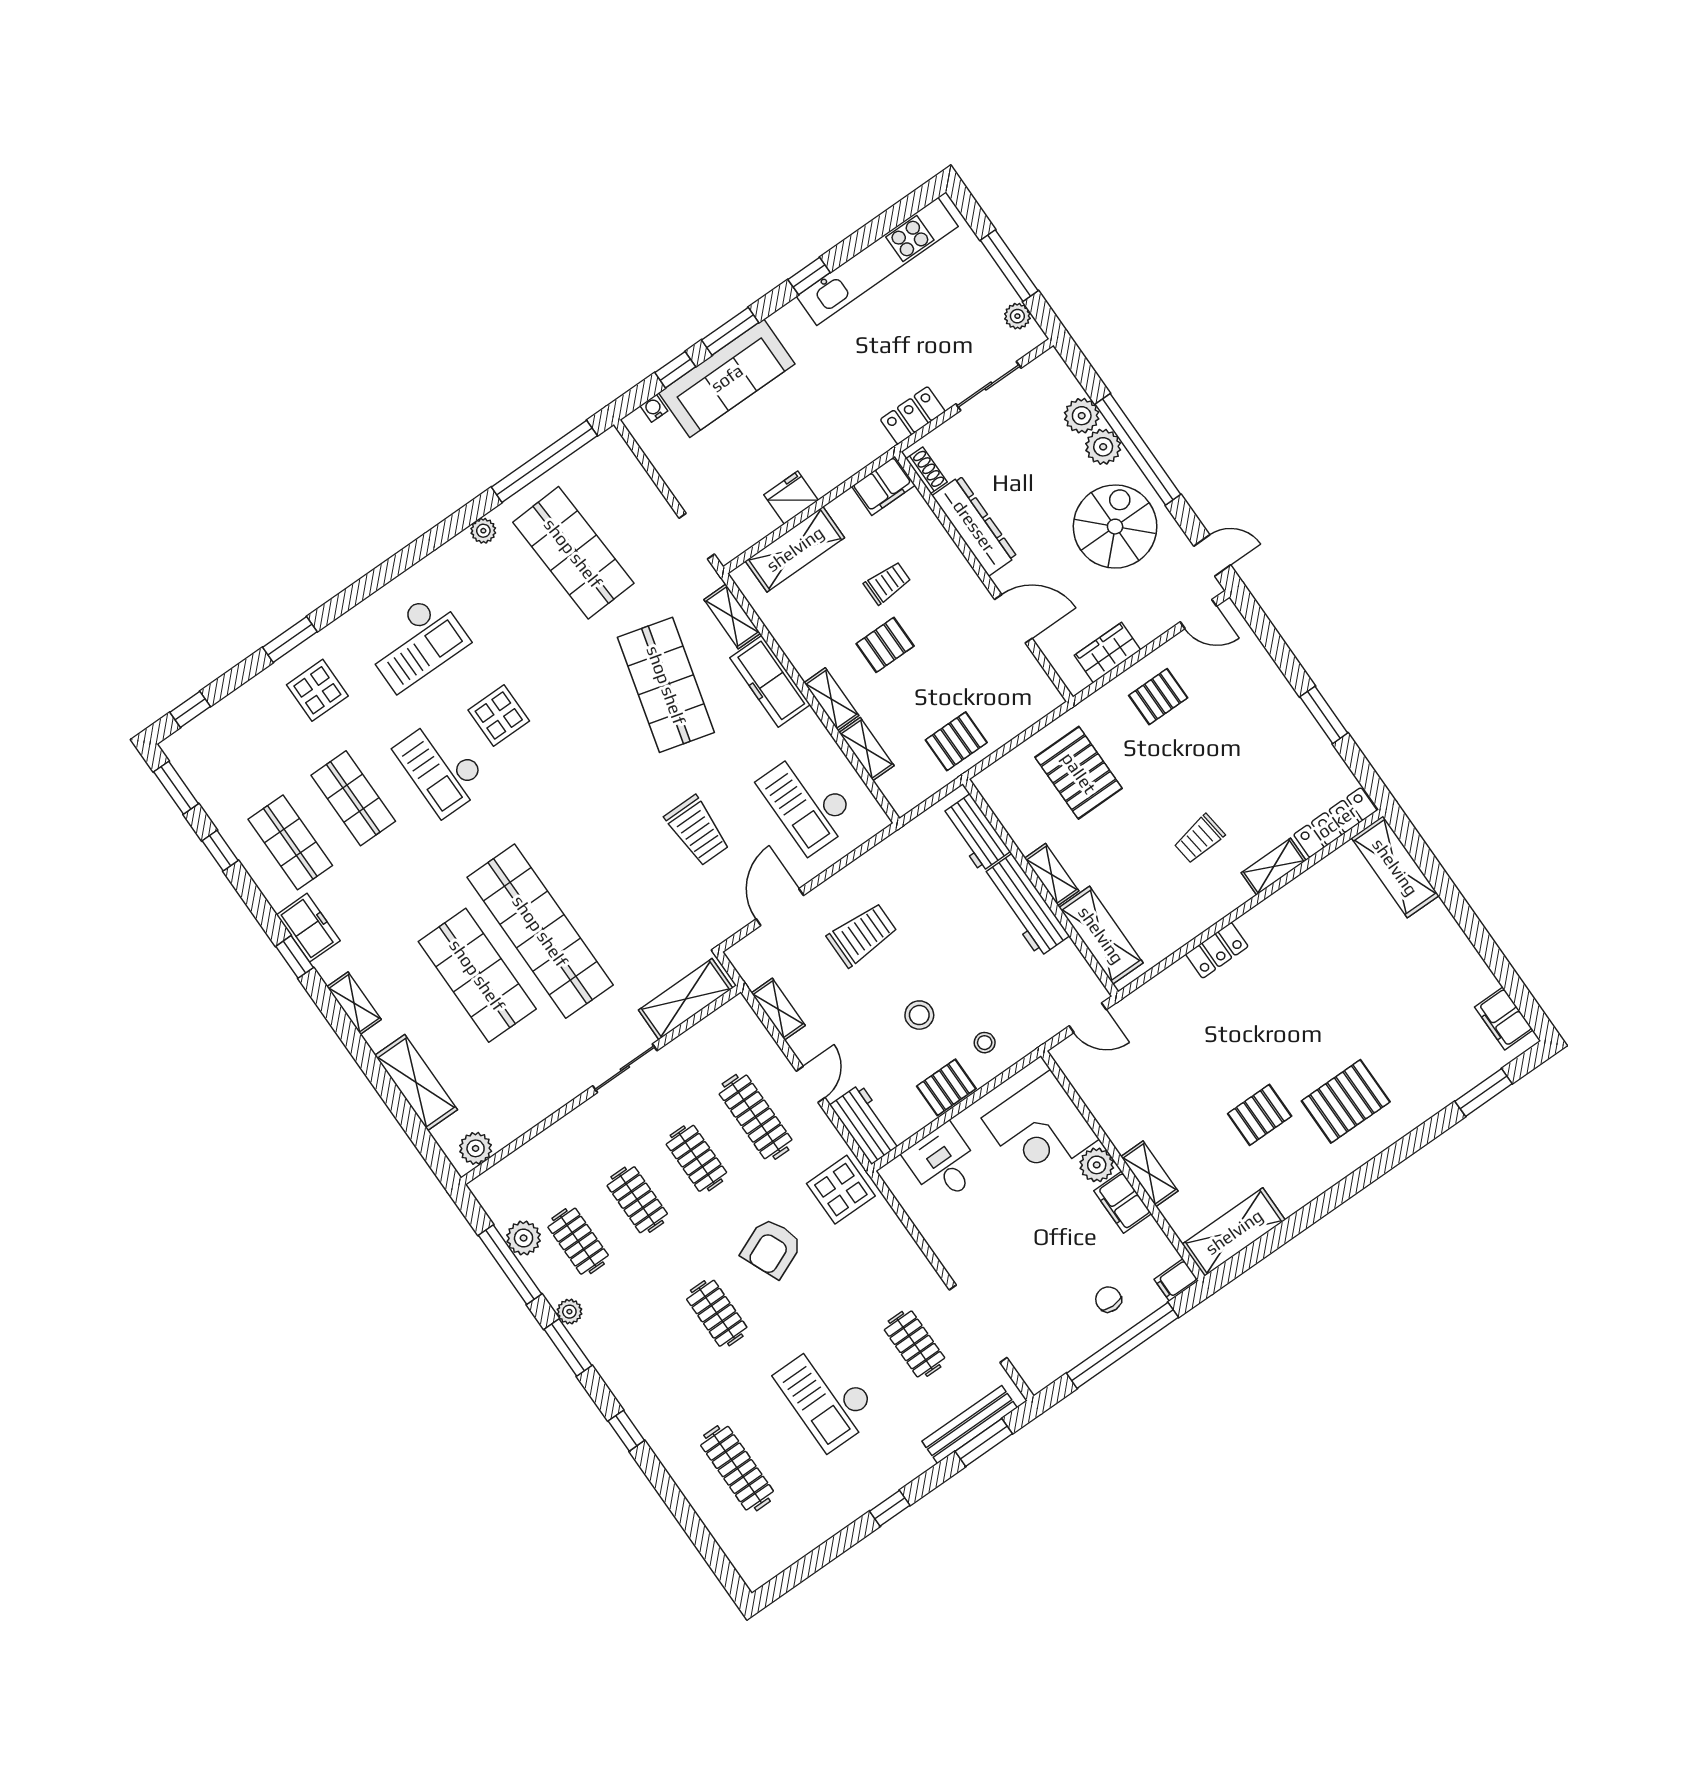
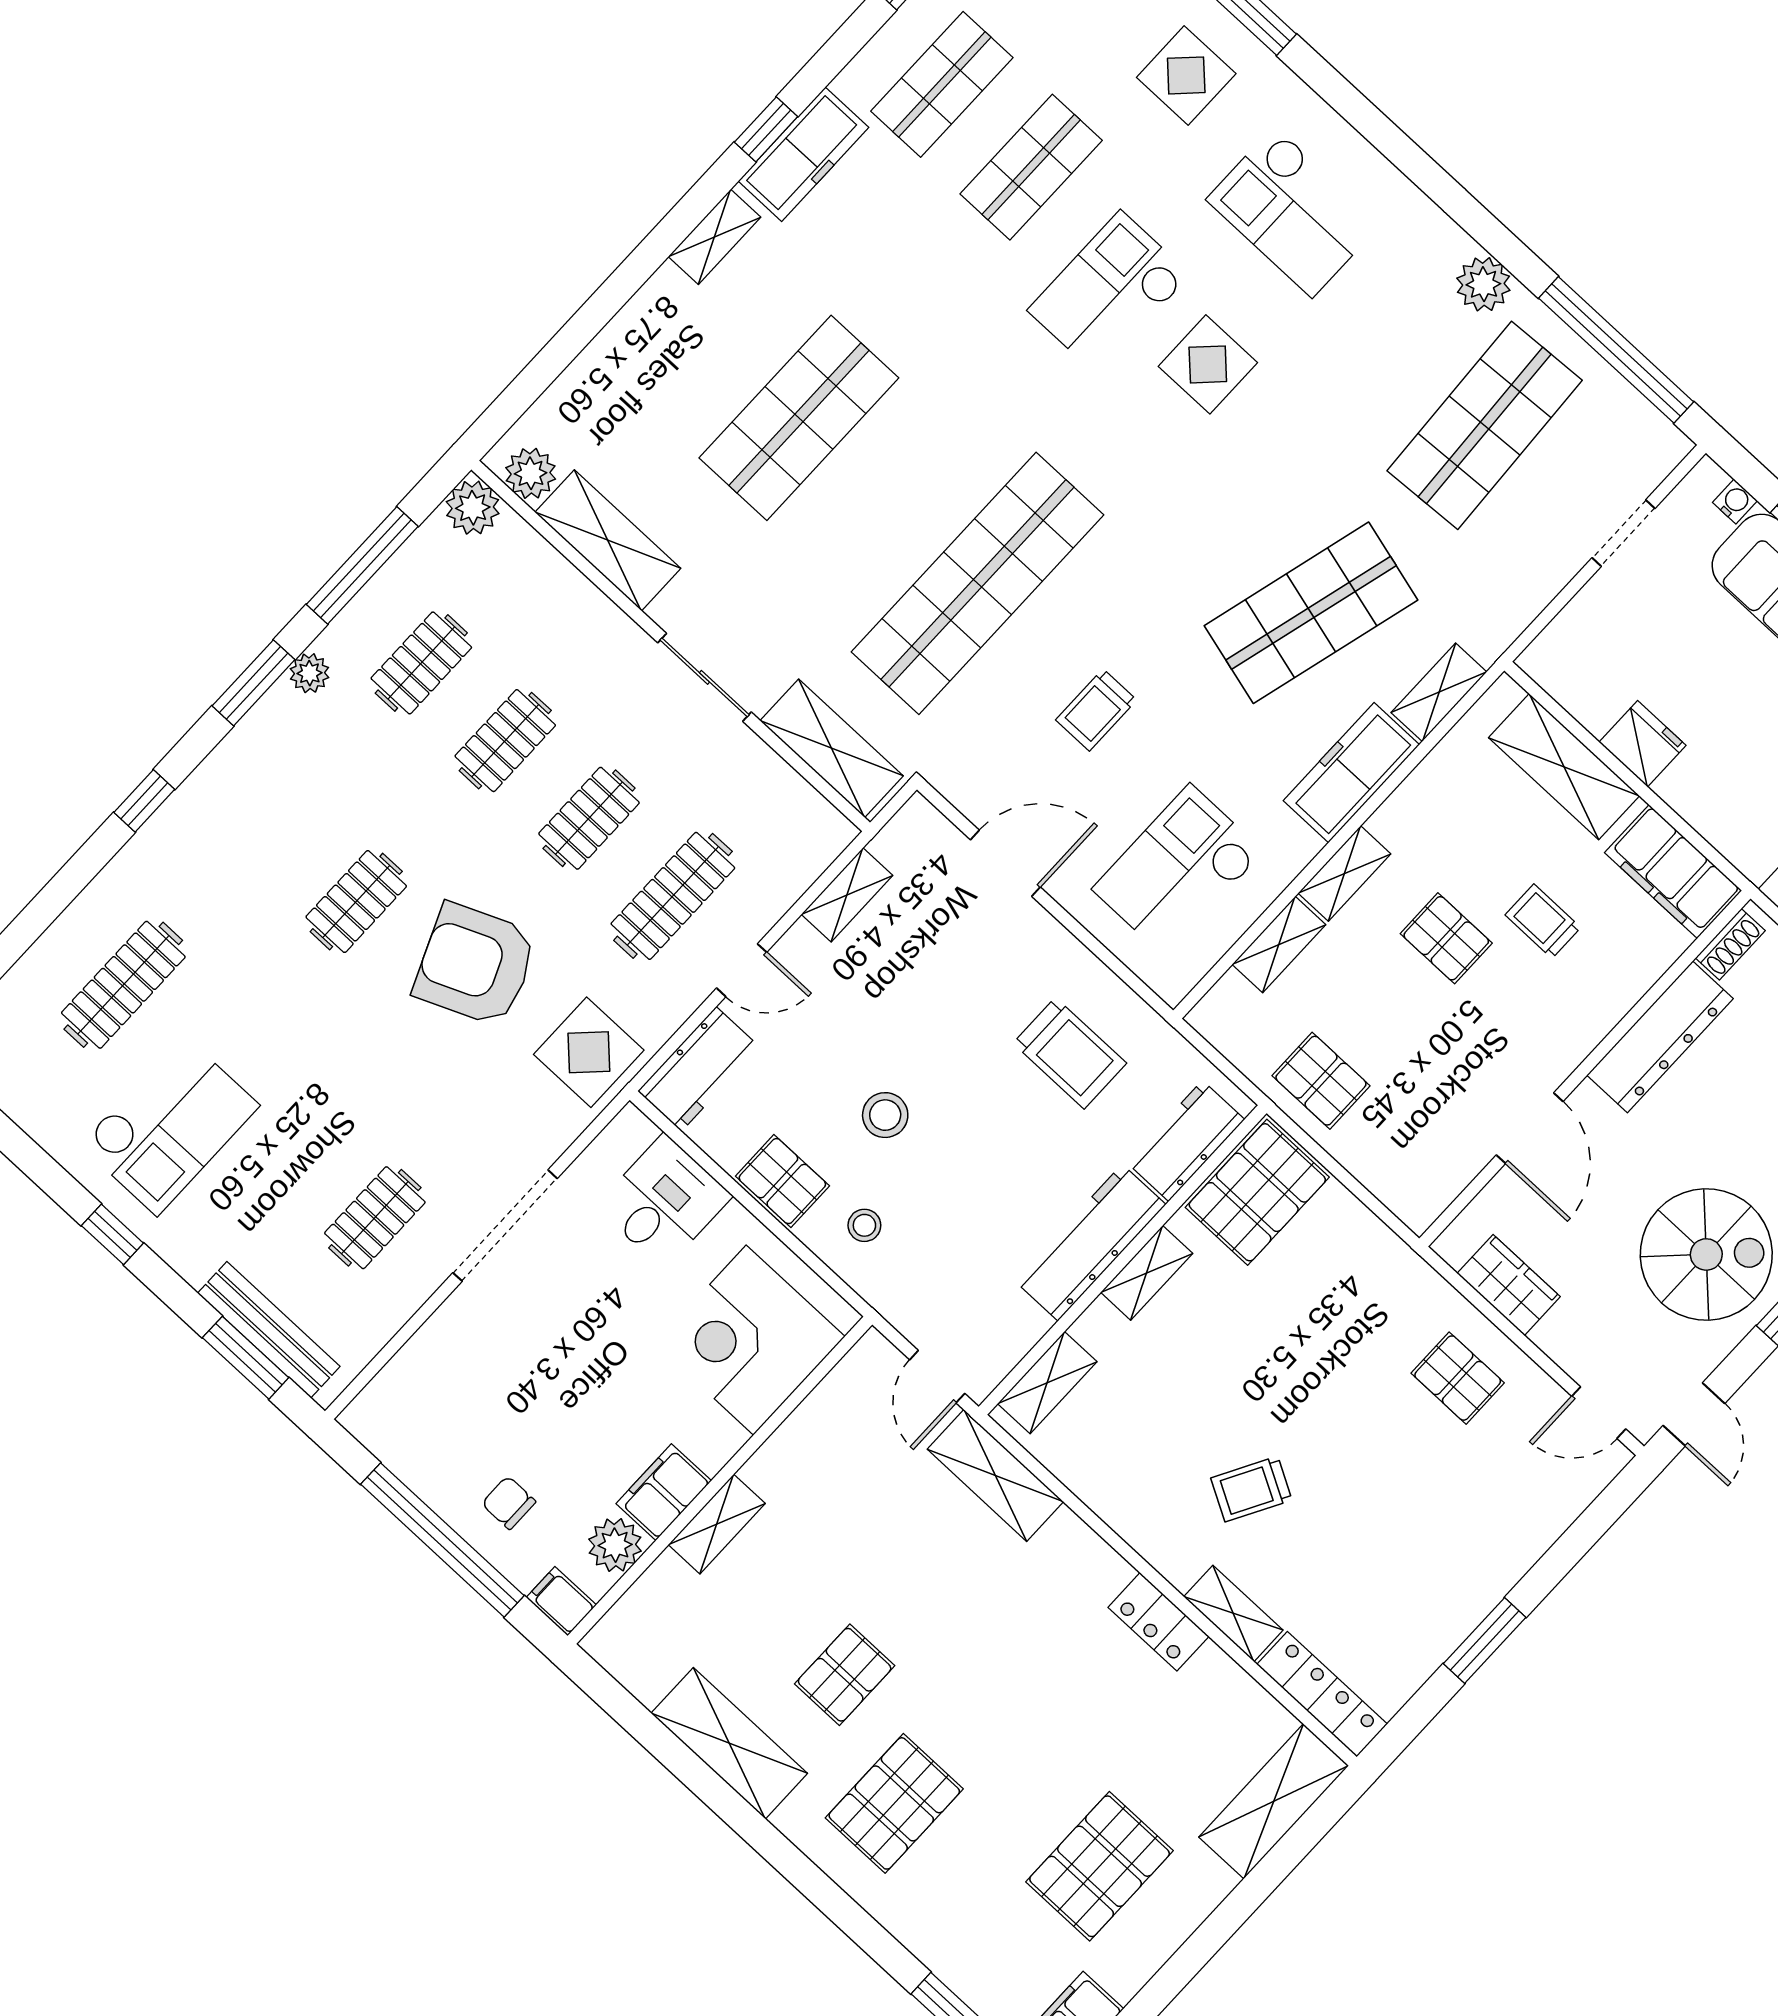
filing cabinet: (883, 486) -> (1673, 872), width x1.50, depth x1.17
plant: (483, 531) -> (1483, 284), width x1.38, depth x1.38
doorway: (697, 536) -> (1623, 533), moved
trolley: (887, 583) -> (1543, 921), turned 180
door: (1198, 614) -> (1599, 1413), hinge flipped
pallet: (1079, 773) -> (1257, 1192), moved
trolley: (697, 831) -> (1096, 710), width x0.73, depth x0.72
trolley: (1199, 839) -> (1251, 1489), turned -54
freezer: (308, 928) -> (803, 154), width x1.40
shop shelf: (540, 931) -> (978, 583), moved
trolley: (862, 935) -> (1070, 1053), moved
shelving: (1101, 935) -> (1047, 1383), width x0.67, depth x0.75
locker: (1217, 950) -> (1158, 1622), moved
pallet: (1412, 983) -> (1100, 1866), added
shelving: (1157, 995) -> (995, 1475), added
shelving: (416, 1083) -> (608, 540), moved, turned 90
pallet: (1346, 1101) -> (894, 1803), turned 90
pallet: (1260, 1115) -> (845, 1675), turned 90
plant: (1097, 1165) -> (615, 1545), moved
shelving: (1234, 1232) -> (729, 1743), moved
plant: (524, 1238) -> (473, 508), moved
armchair: (772, 1248) -> (476, 965), width x1.36, depth x1.36
chair: (1108, 1299) -> (509, 1503), turned -90
doorway: (978, 1324) -> (505, 1226), moved
checkout: (827, 1396) -> (170, 1125), moved, turned 180

